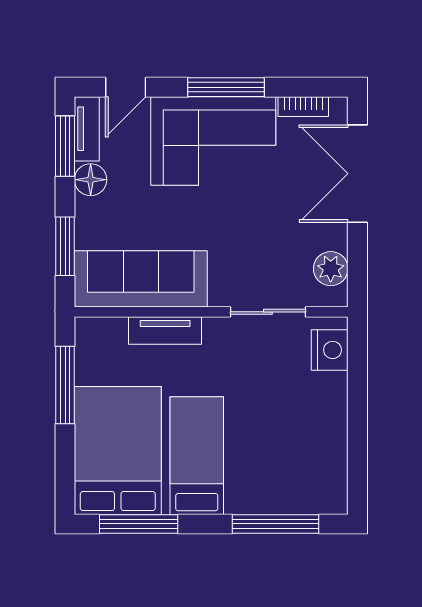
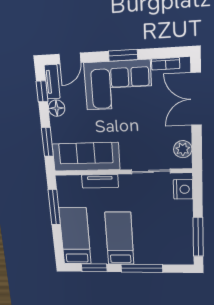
window: (226, 87) -> (123, 55), width x0.69
window: (65, 146) -> (42, 91), width x0.67
bed: (118, 450) -> (75, 236), width x0.67
window: (357, 452) -> (198, 237), added
window: (139, 524) -> (94, 268), width x0.69
window: (275, 524) -> (142, 268), moved

